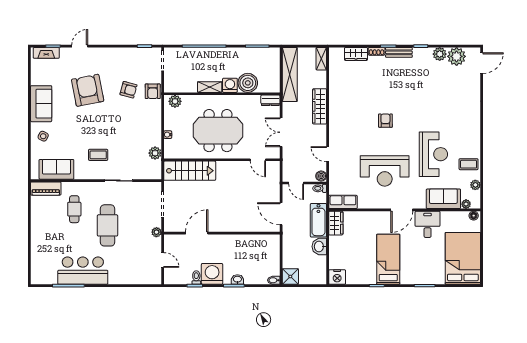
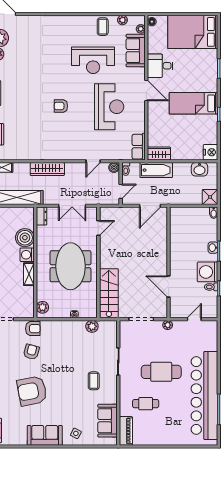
reception desk: (433, 154) -> (93, 60), turned 180
washbasin: (319, 246) -> (199, 169), moved
bar counter: (83, 271) -> (204, 395), width x1.86

